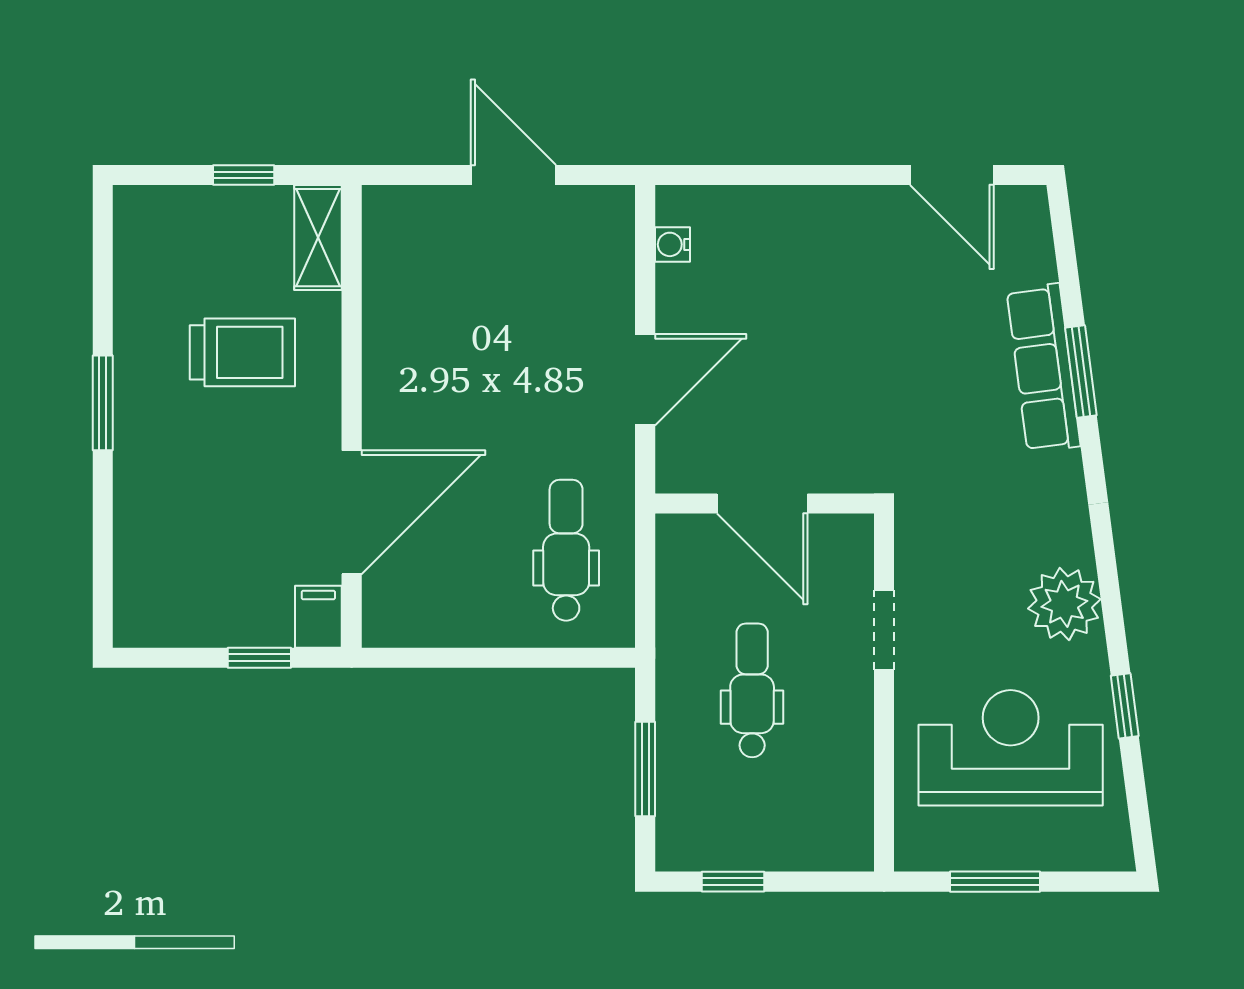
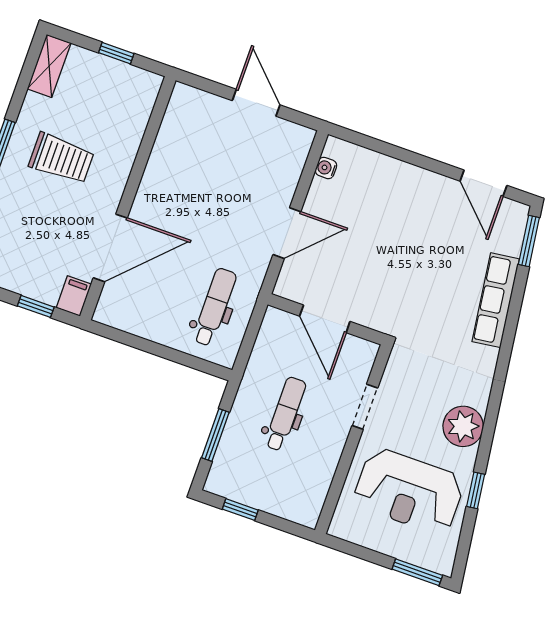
shelving: (318, 238) -> (49, 66), moved
trolley: (242, 352) -> (61, 158), moved
window: (1081, 372) -> (529, 241), moved
reception desk: (1011, 748) -> (409, 491), turned 180
window: (995, 882) -> (417, 572), moved

